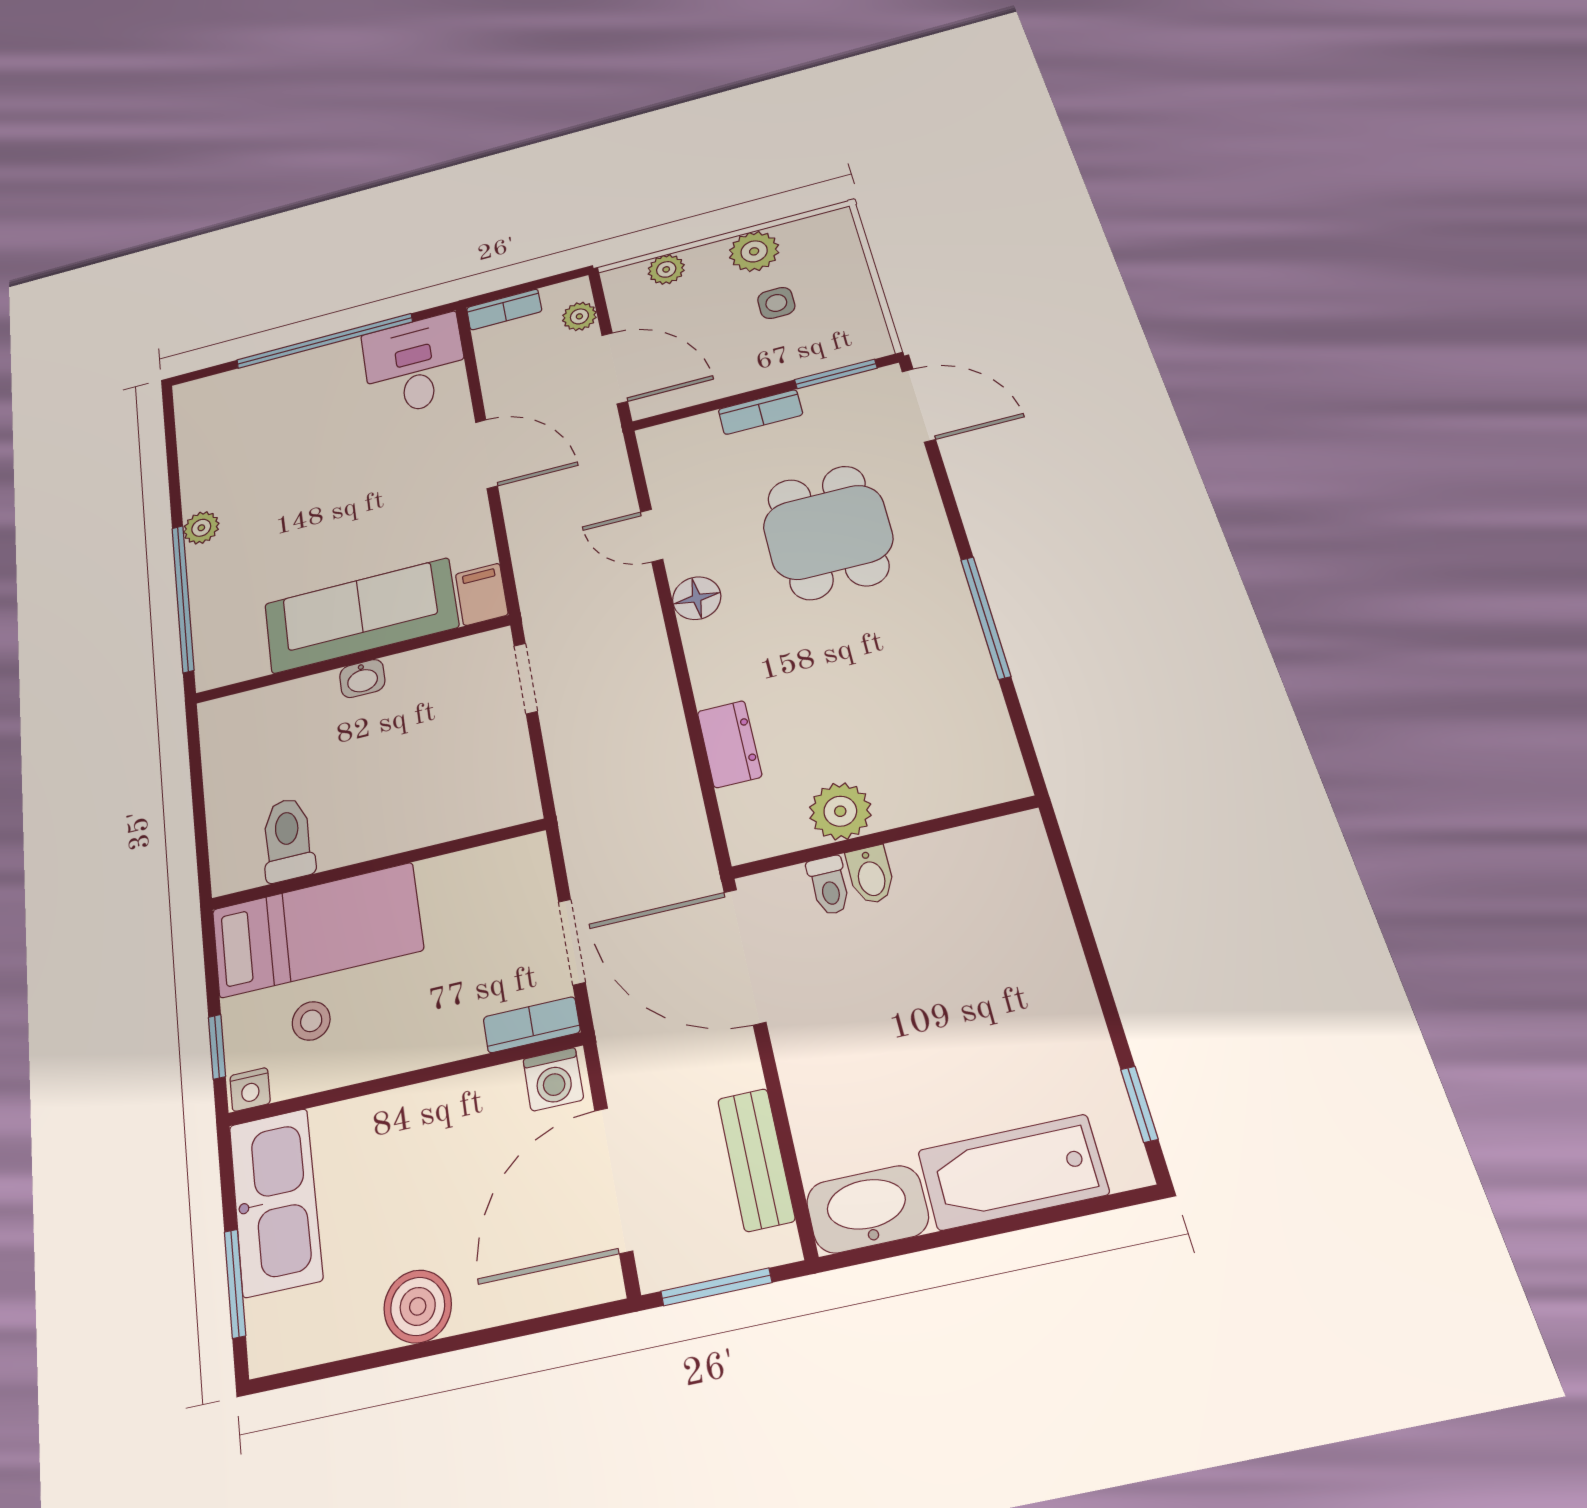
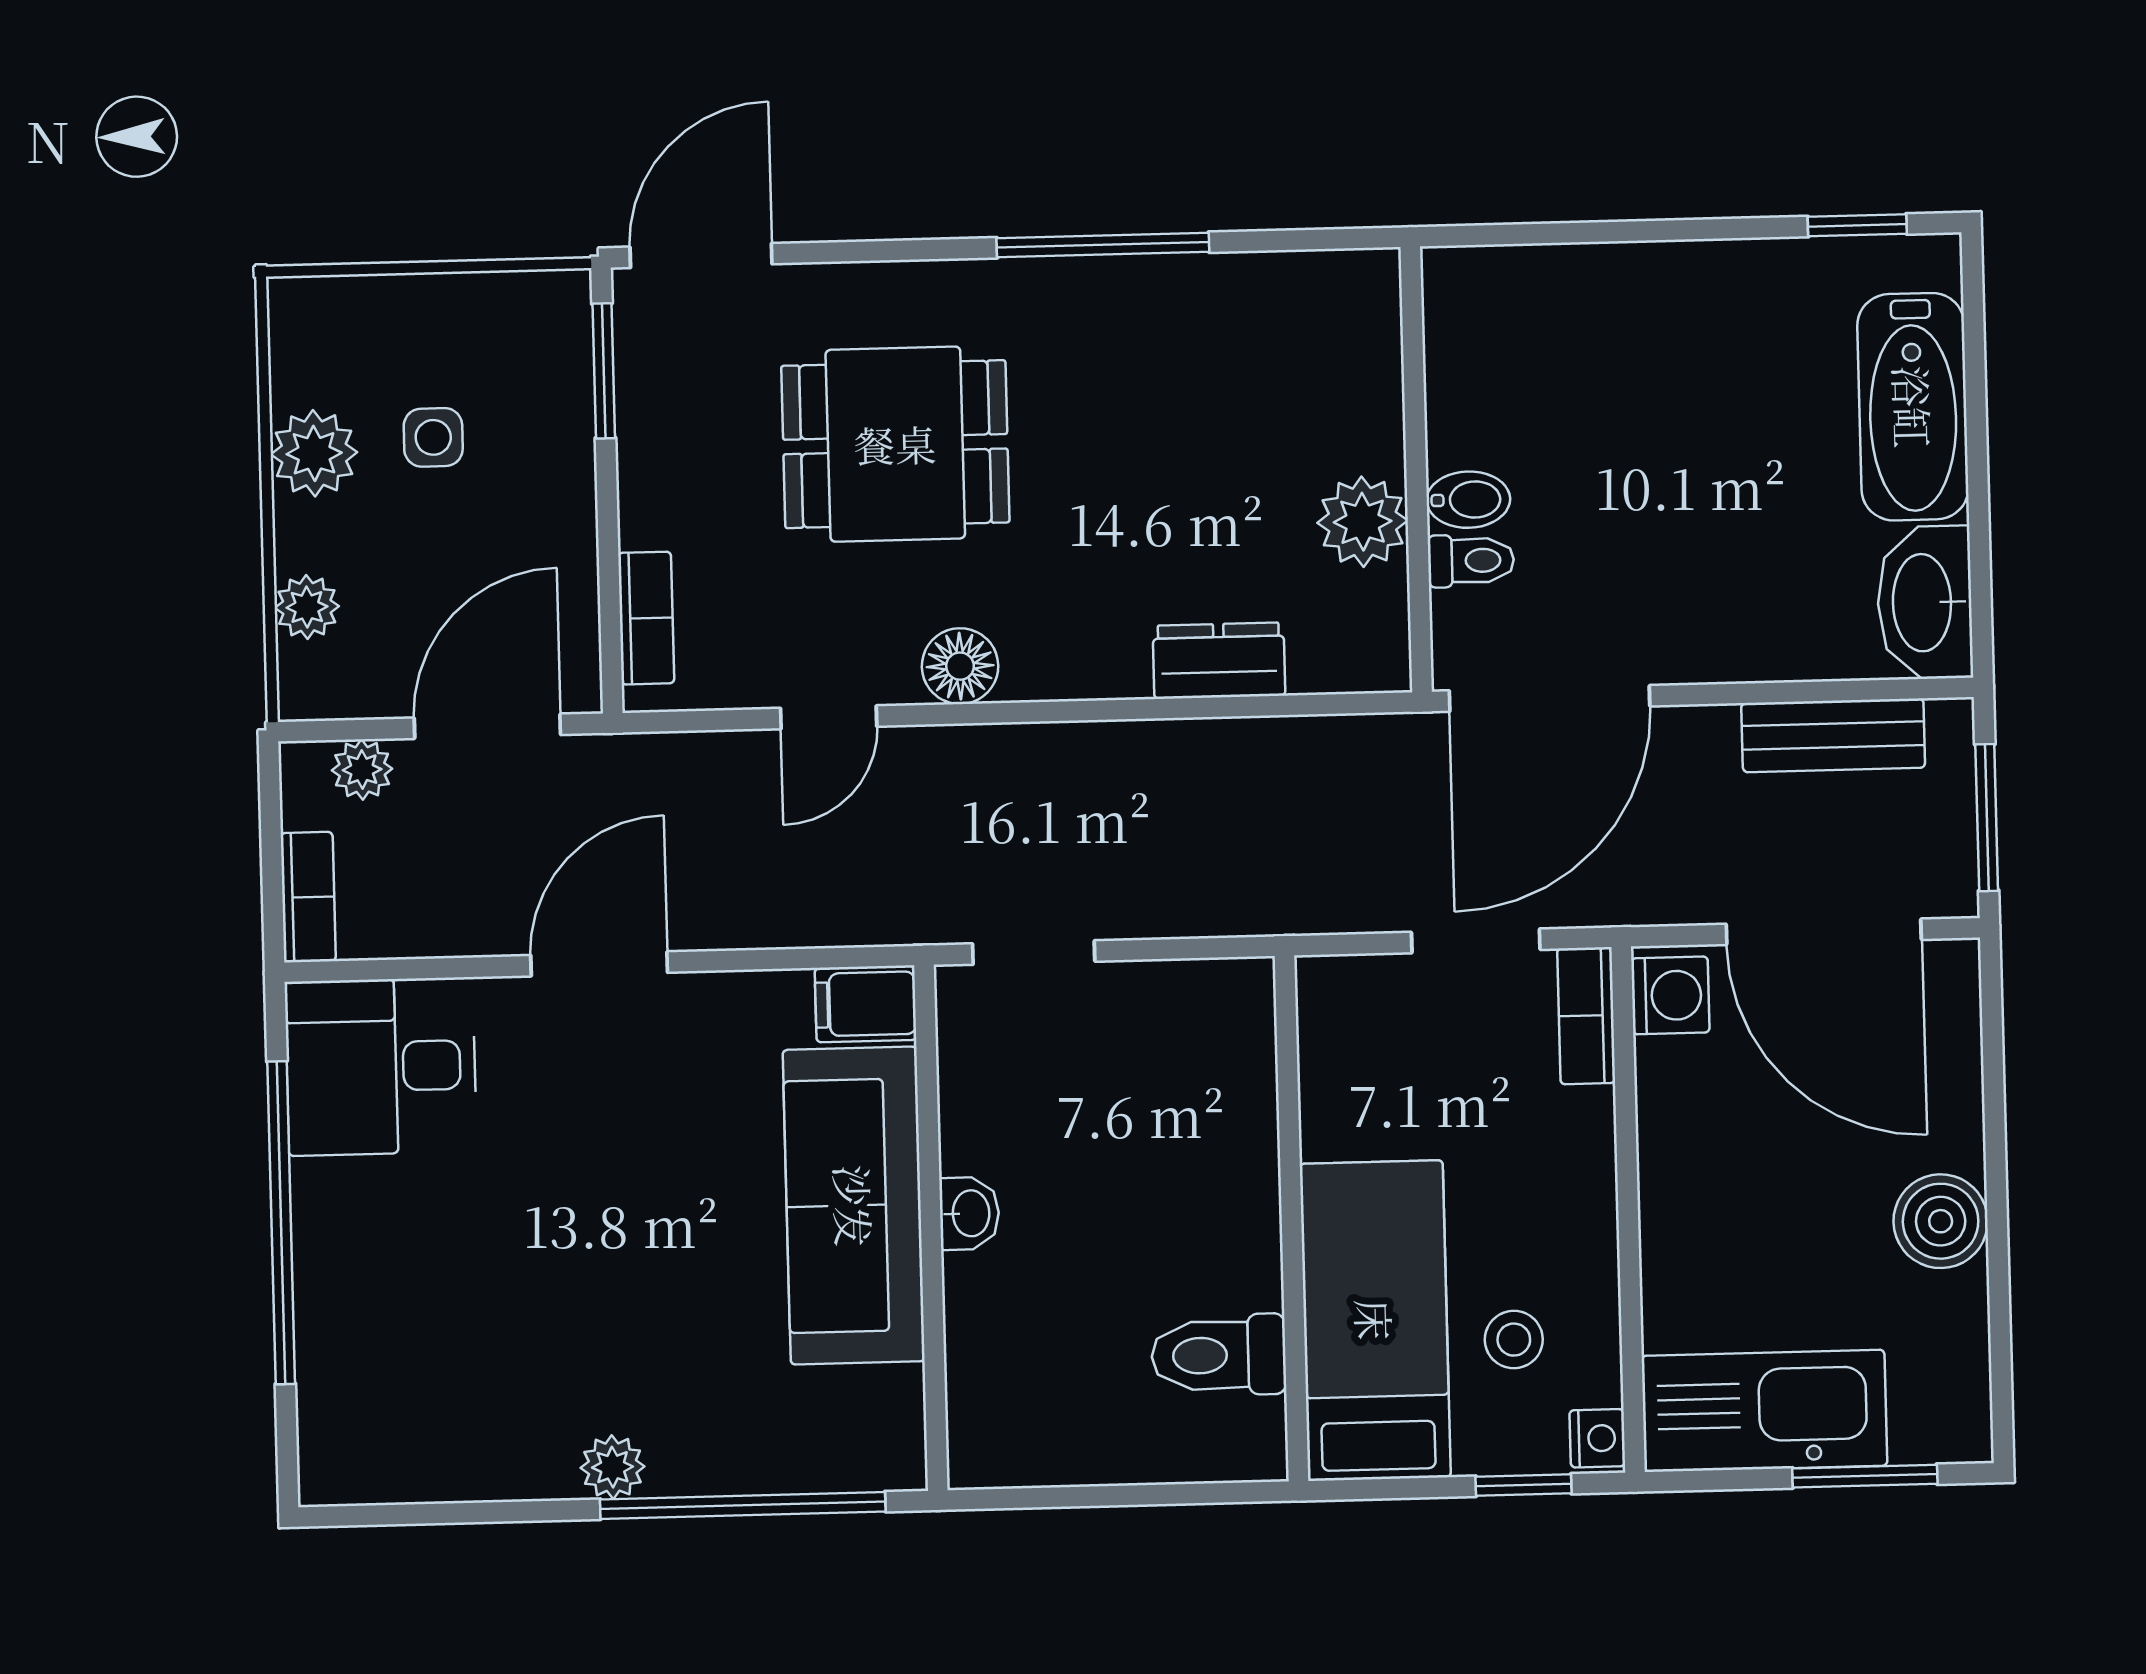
bookcase: (760, 412) -> (646, 618), moved

